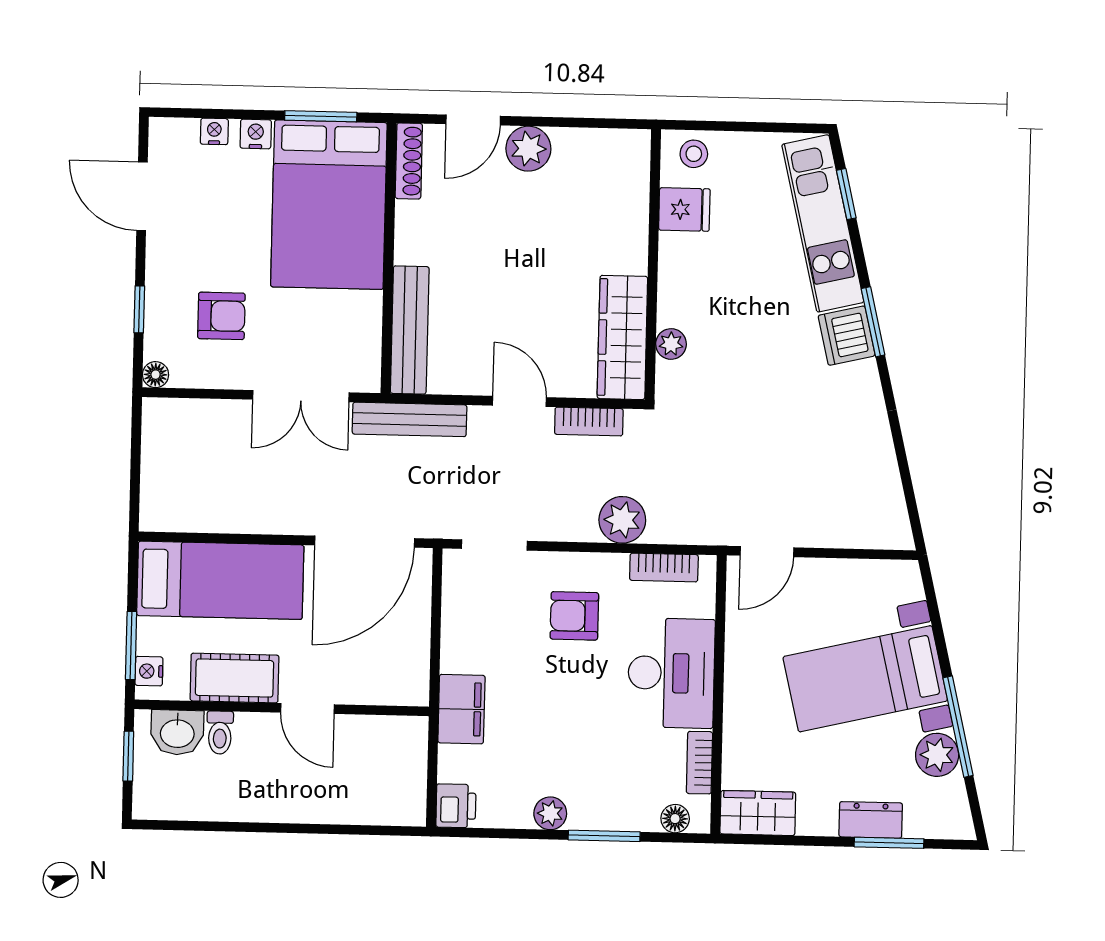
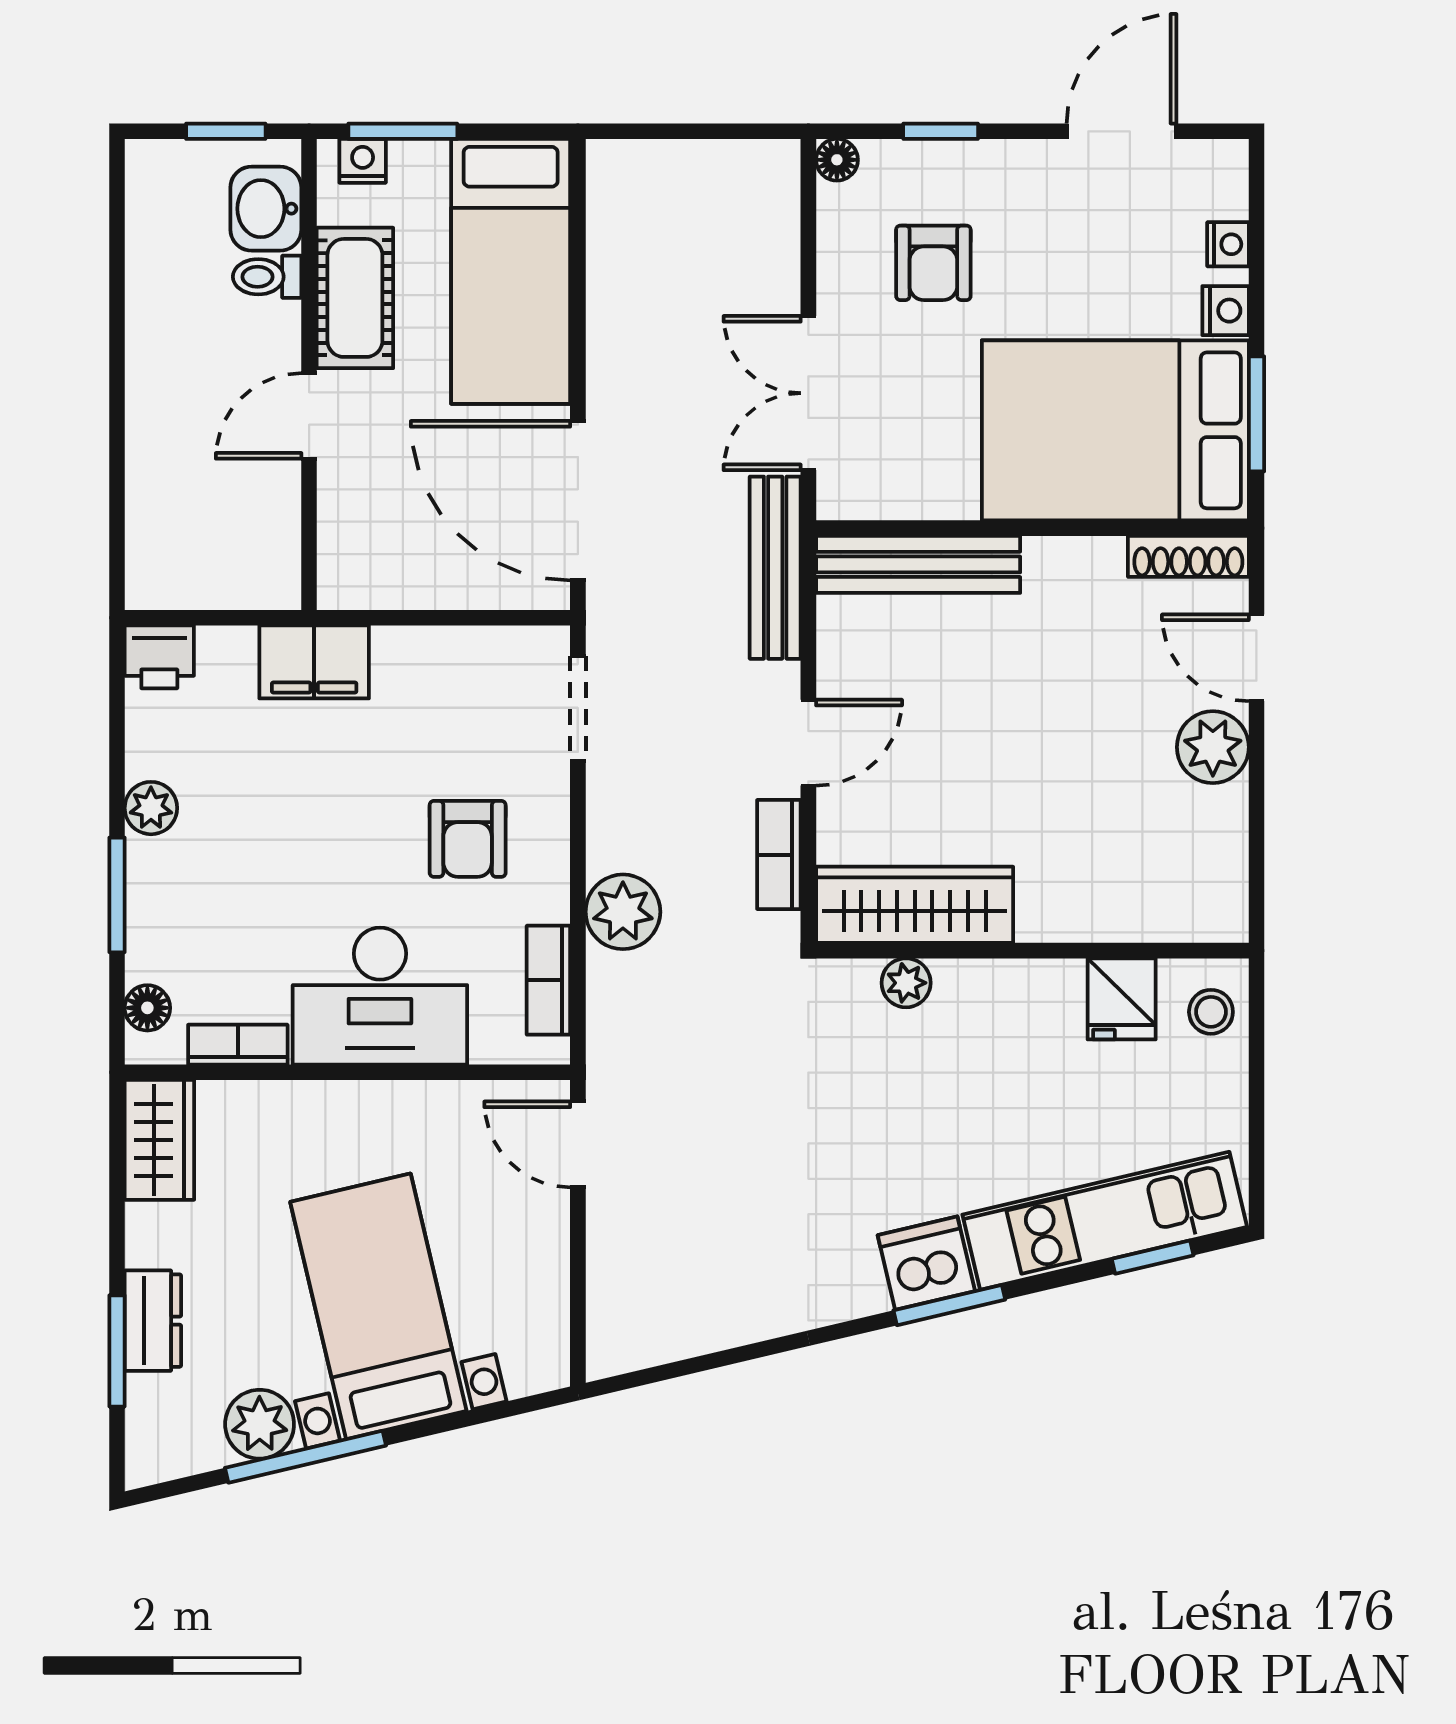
armchair: (574, 616) -> (468, 839), turned 180

